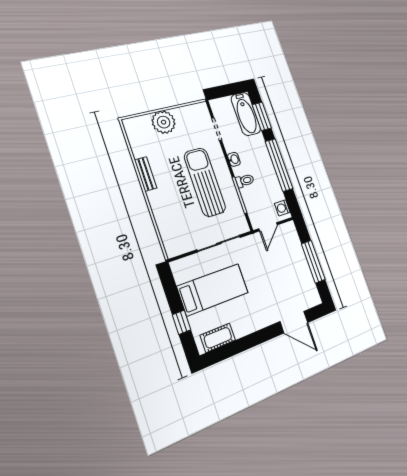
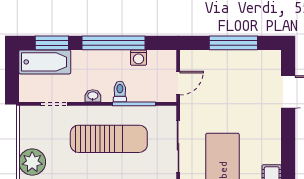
sun lounger: (205, 182) -> (109, 139), turned 180
washing machine: (282, 208) -> (138, 58), moved
door: (268, 227) -> (178, 83), hinge flipped

